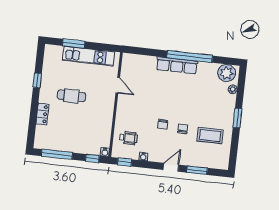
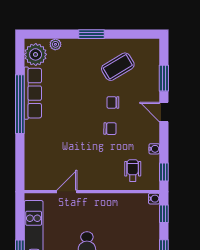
row of seats: (177, 65) -> (33, 93), moved
coffee table: (210, 136) -> (118, 67), turned 59

